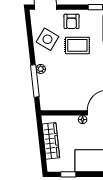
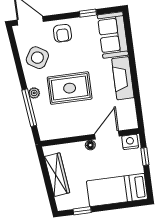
rug: (77, 45) -> (70, 88), moved, width x1.36, depth x1.43

